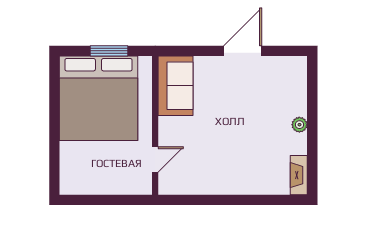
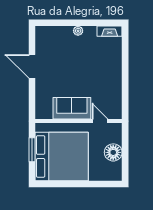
sofa: (175, 86) -> (72, 108), moved
floor lamp: (105, 181) -> (113, 152), added

